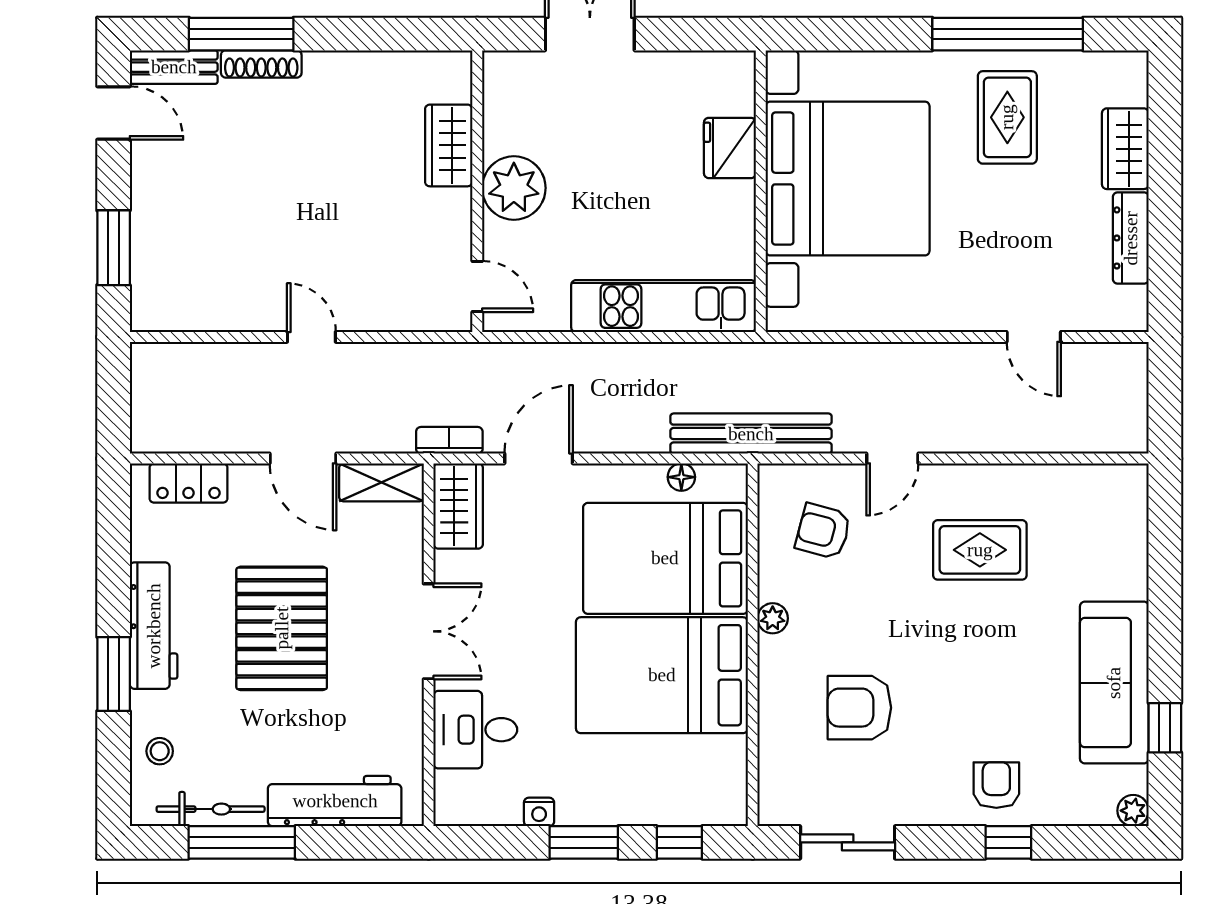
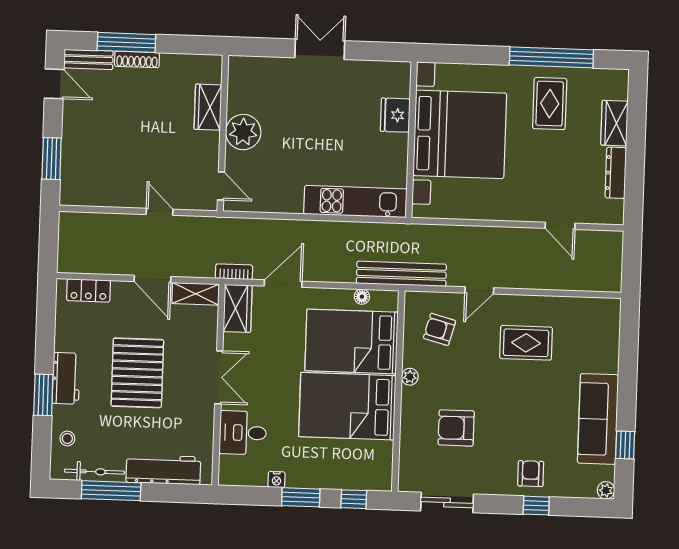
wardrobe: (449, 145) -> (208, 107), moved
plant: (514, 188) -> (243, 132), moved
wall: (477, 191) -> (223, 133), moved
door: (477, 286) -> (221, 186), moved
workbench: (154, 626) -> (66, 378), width x0.73

